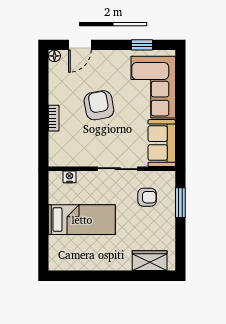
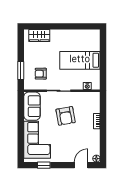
armchair: (99, 105) -> (66, 116), moved

